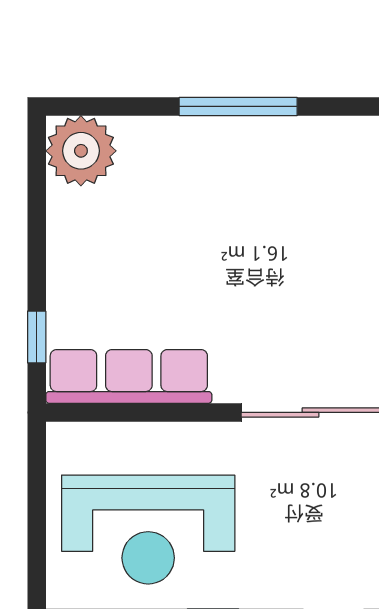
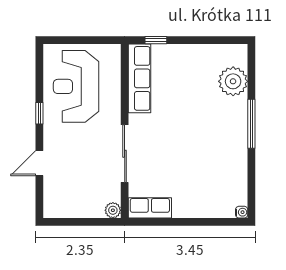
plant: (81, 151) -> (233, 81), moved

